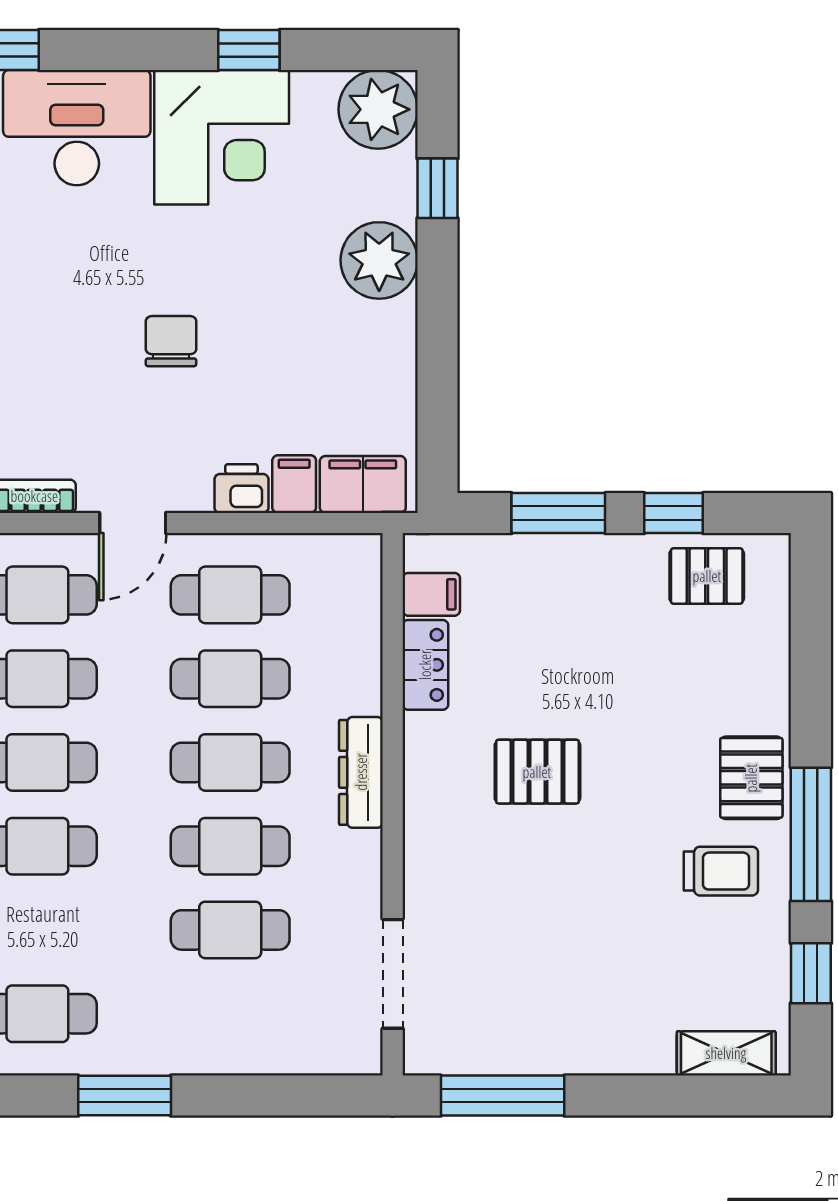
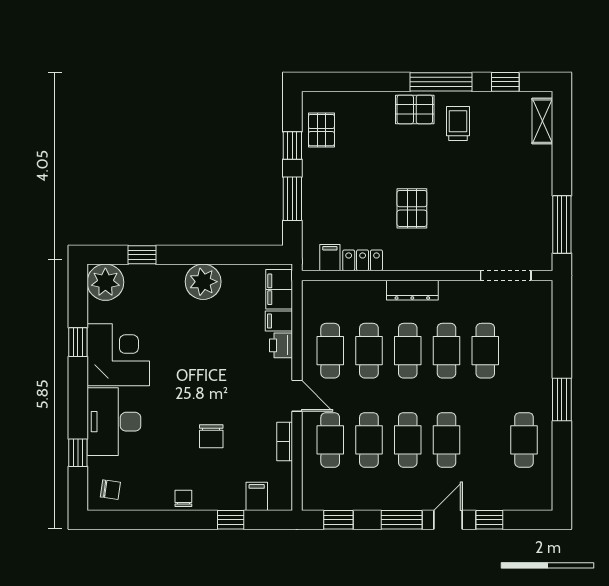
plant: (379, 260) -> (203, 282), moved
chair: (171, 341) -> (211, 436), moved, turned -90

